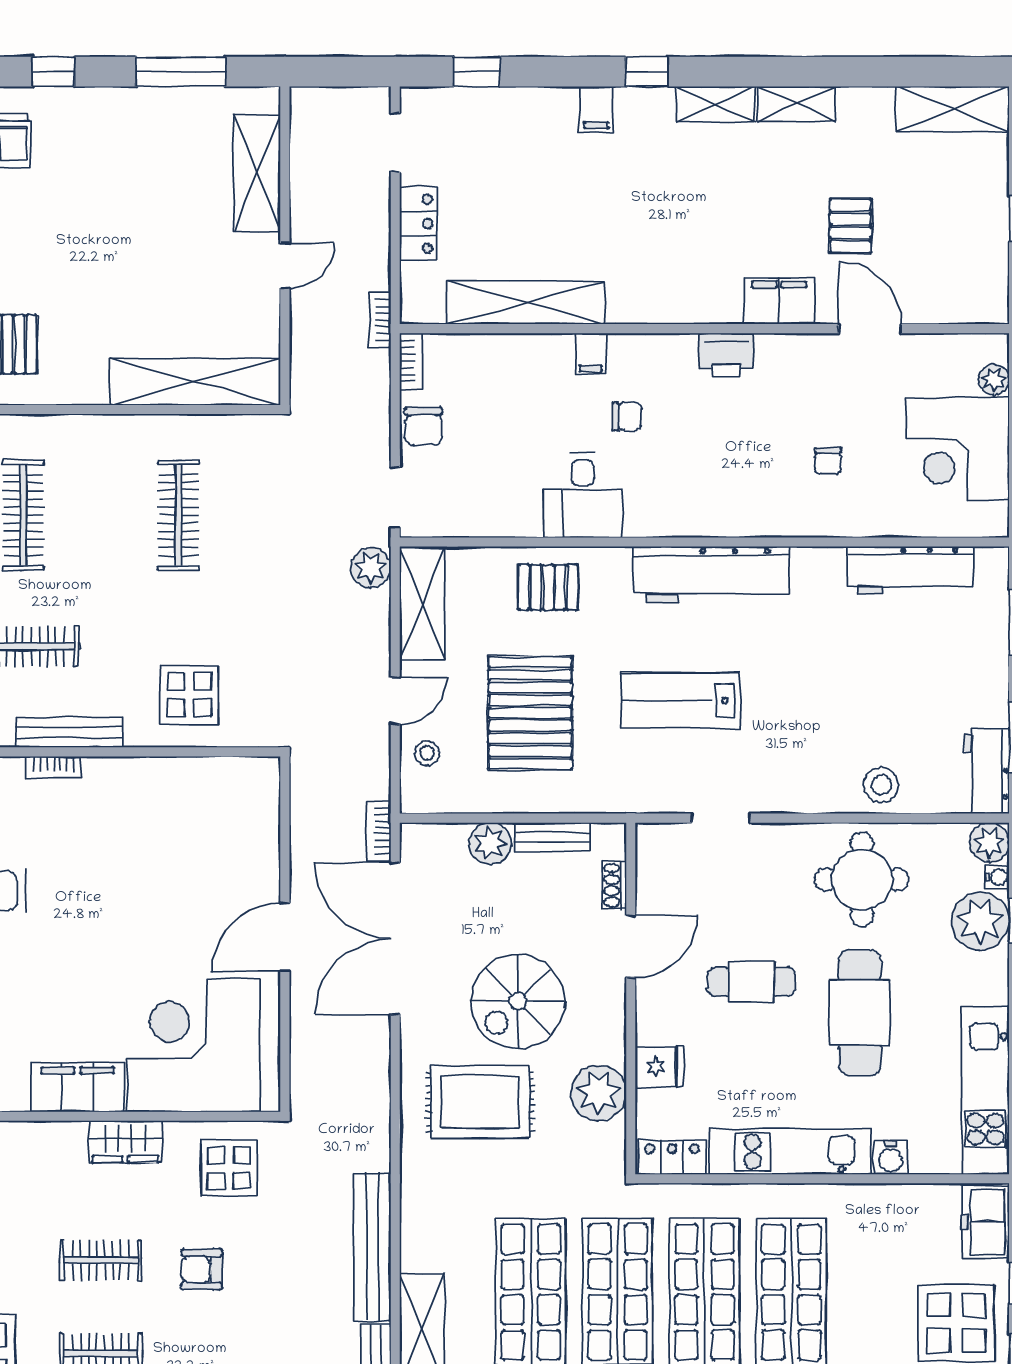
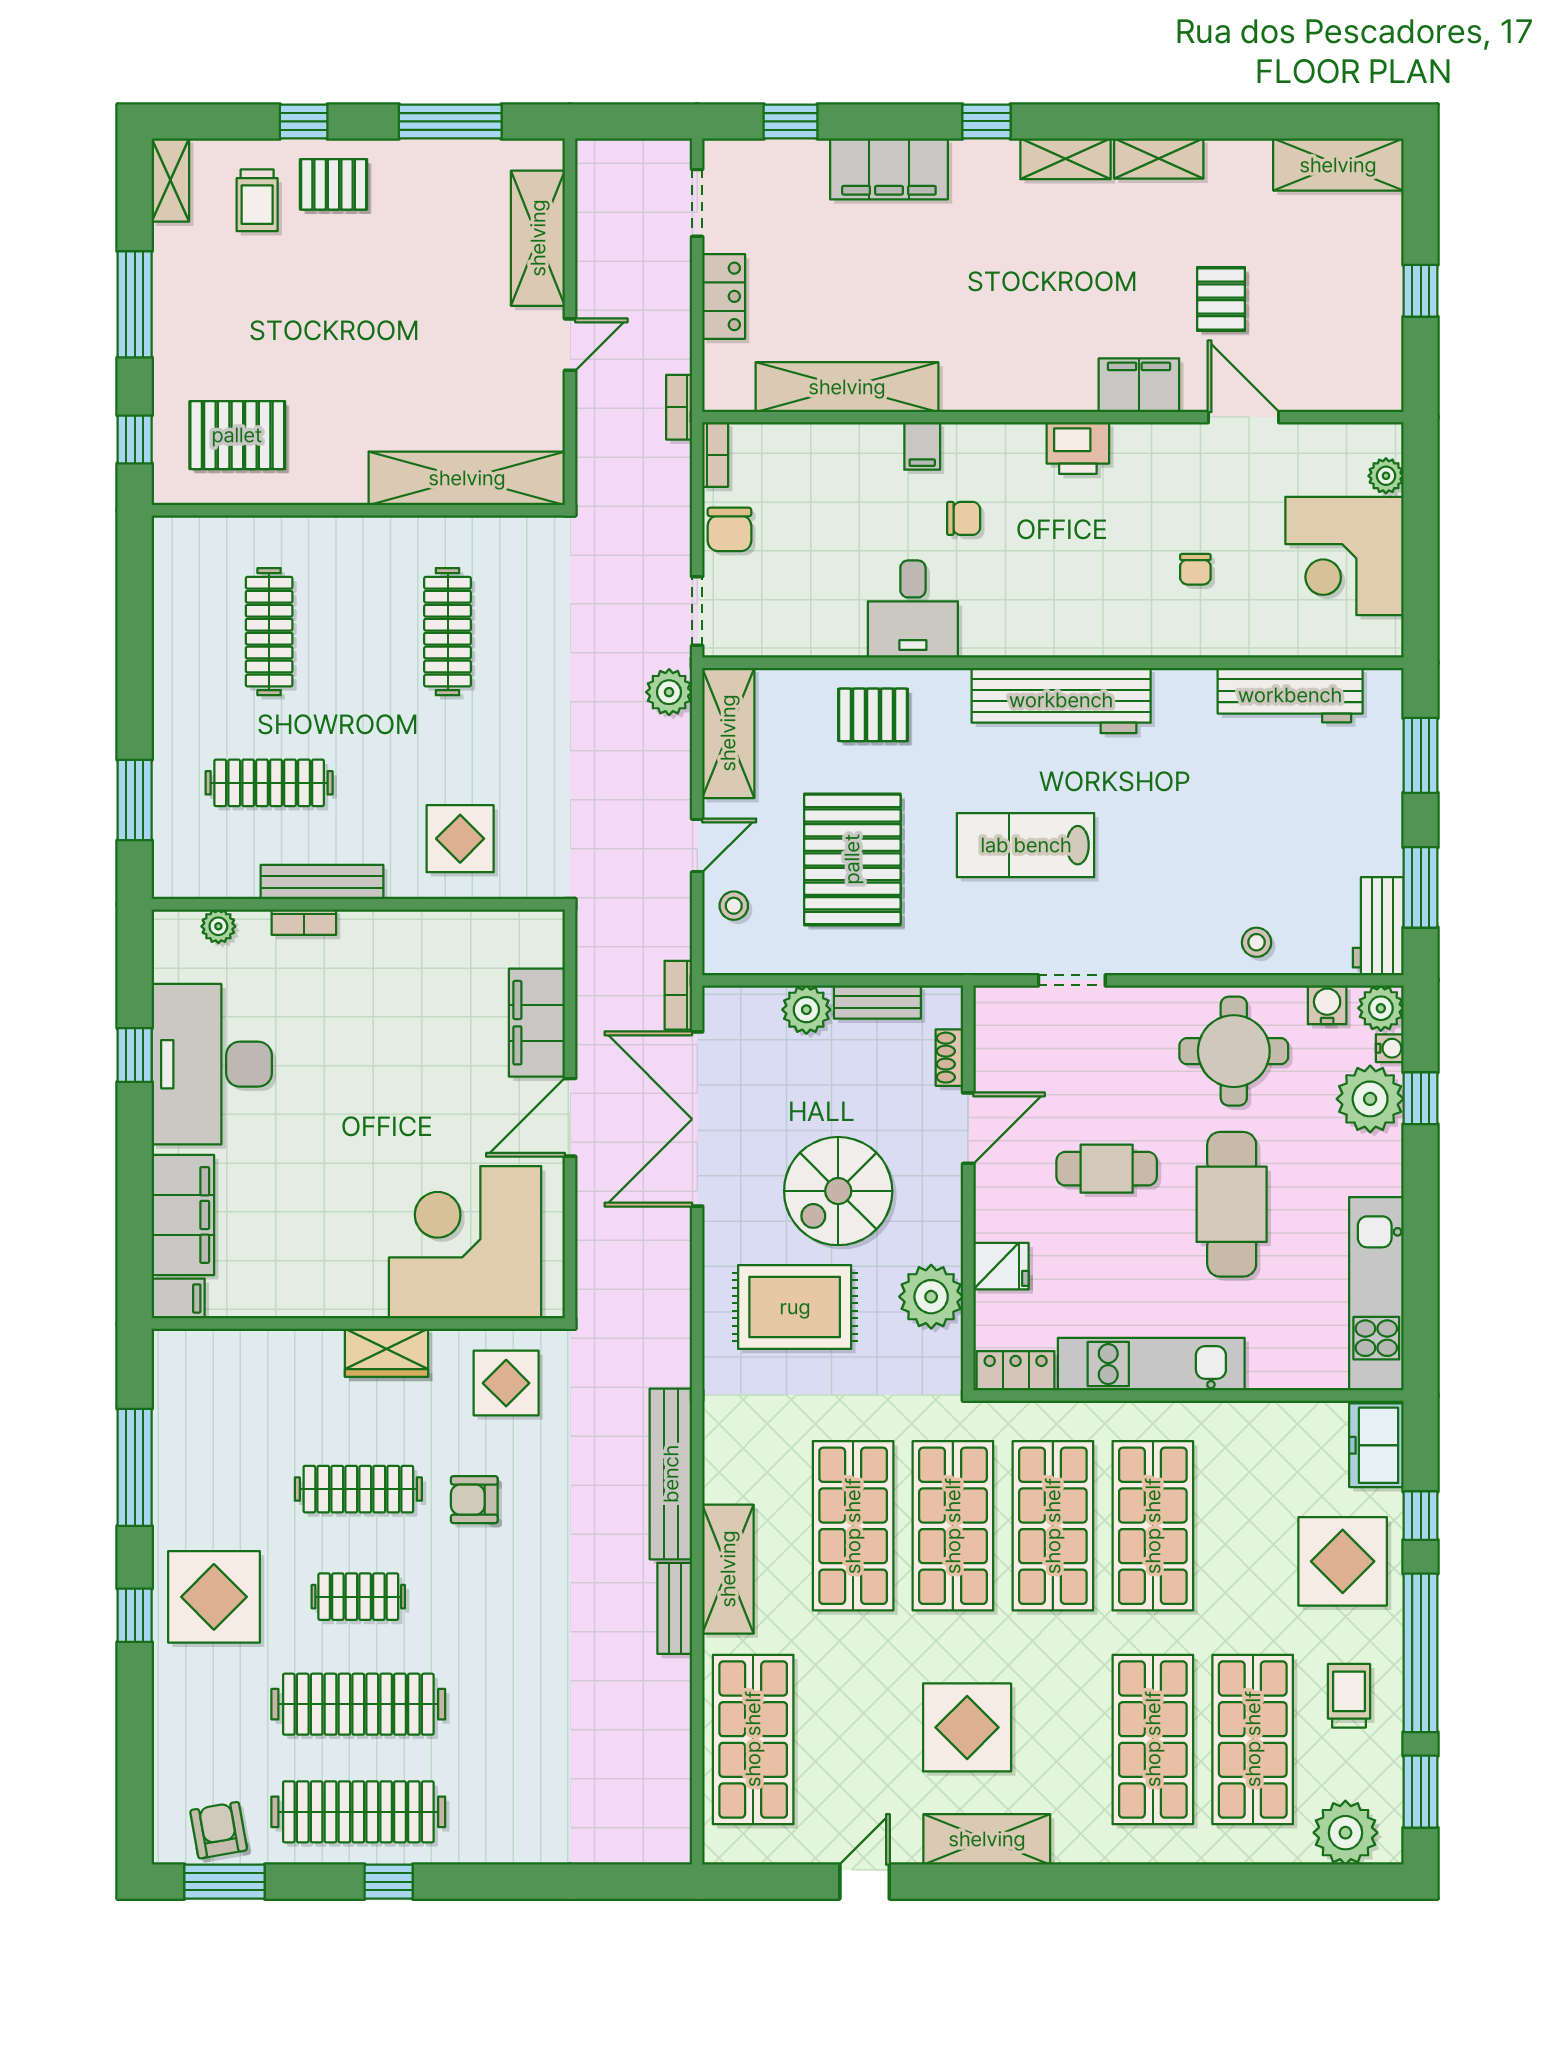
filing cabinet: (596, 109) -> (889, 169), width x3.00, depth x1.17
pallet: (79, 126) -> (334, 184), added
stool: (881, 785) -> (1257, 942), width x0.73, depth x0.73
filing cabinet: (78, 1087) -> (537, 1023), moved, turned -90
water cooler: (891, 1158) -> (1327, 1005), moved, turned 180
clothes rail: (101, 1260) -> (358, 1489), width x1.36

